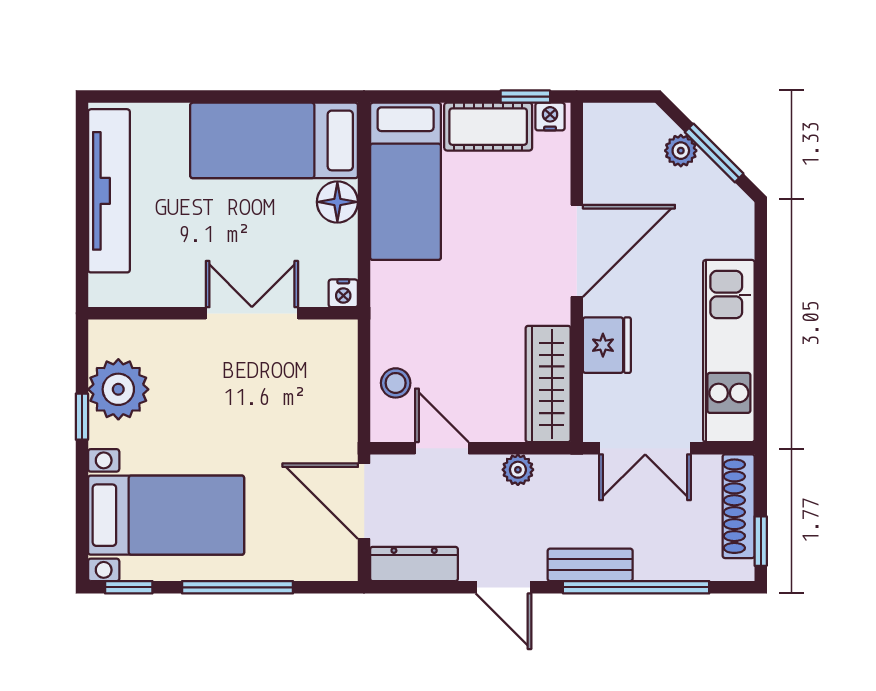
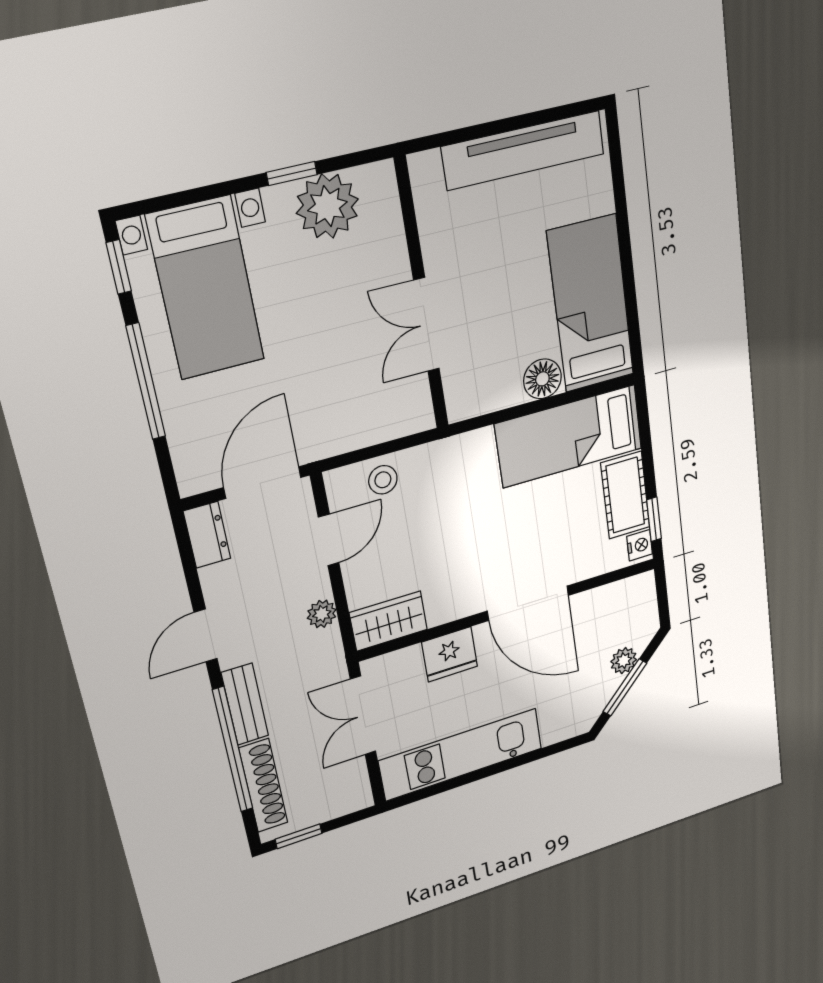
nightstand: (343, 293) -> (459, 407), removed
double door: (252, 313) -> (426, 325), swing flipped
wardrobe: (548, 384) -> (388, 621), width x0.67
shoe rack: (739, 506) -> (263, 786), moved, turned 90
dresser: (414, 564) -> (207, 535), width x0.70

